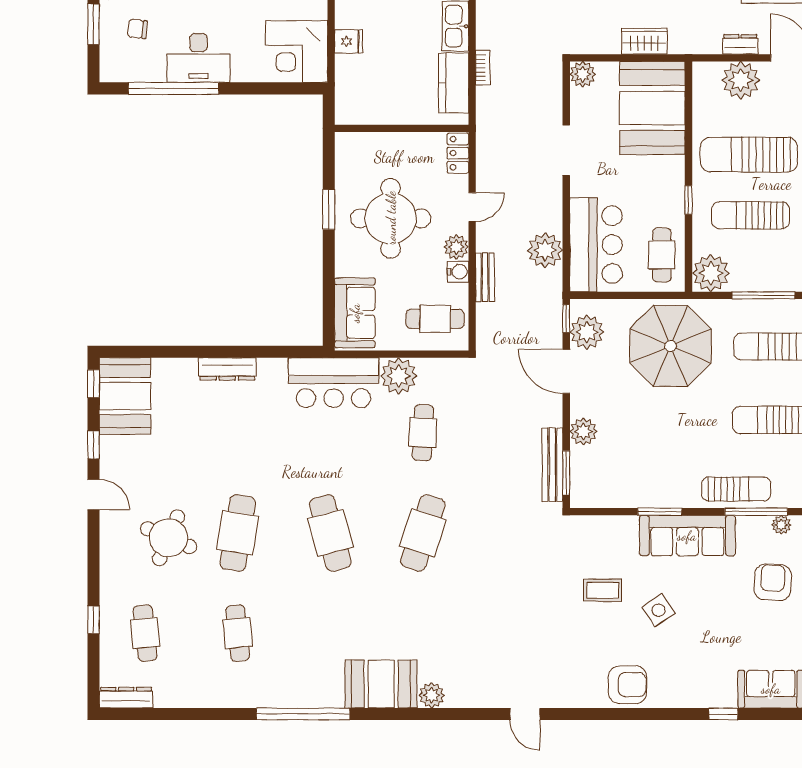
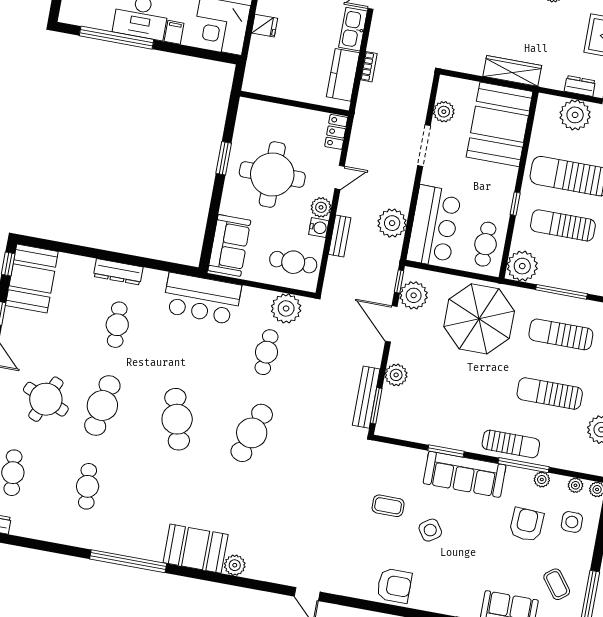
wardrobe: (644, 41) -> (512, 71), width x1.50
filing cabinet: (242, 69) -> (174, 32), added
plant: (583, 74) -> (444, 112), moved
plant: (399, 376) -> (286, 308), moved
cafe table: (238, 433) -> (117, 325), added

